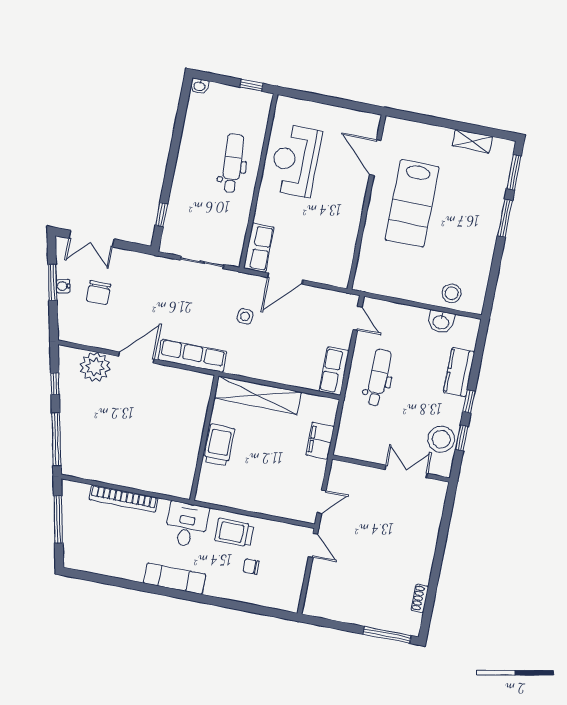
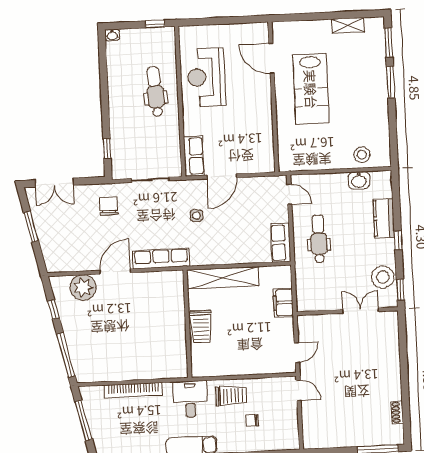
water cooler: (63, 286) -> (40, 227), removed
chair: (99, 292) -> (109, 206), moved, turned 180
window: (462, 438) -> (400, 290), moved
trolley: (219, 445) -> (201, 327), turned 180
trolley: (234, 533) -> (231, 396), turned 180

